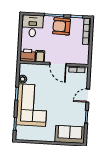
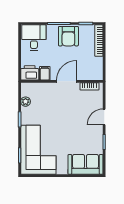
armchair: (62, 26) -> (68, 36), turned -92
door: (58, 64) -> (67, 81), swing flipped
corner sofa: (32, 105) -> (38, 150), moved

